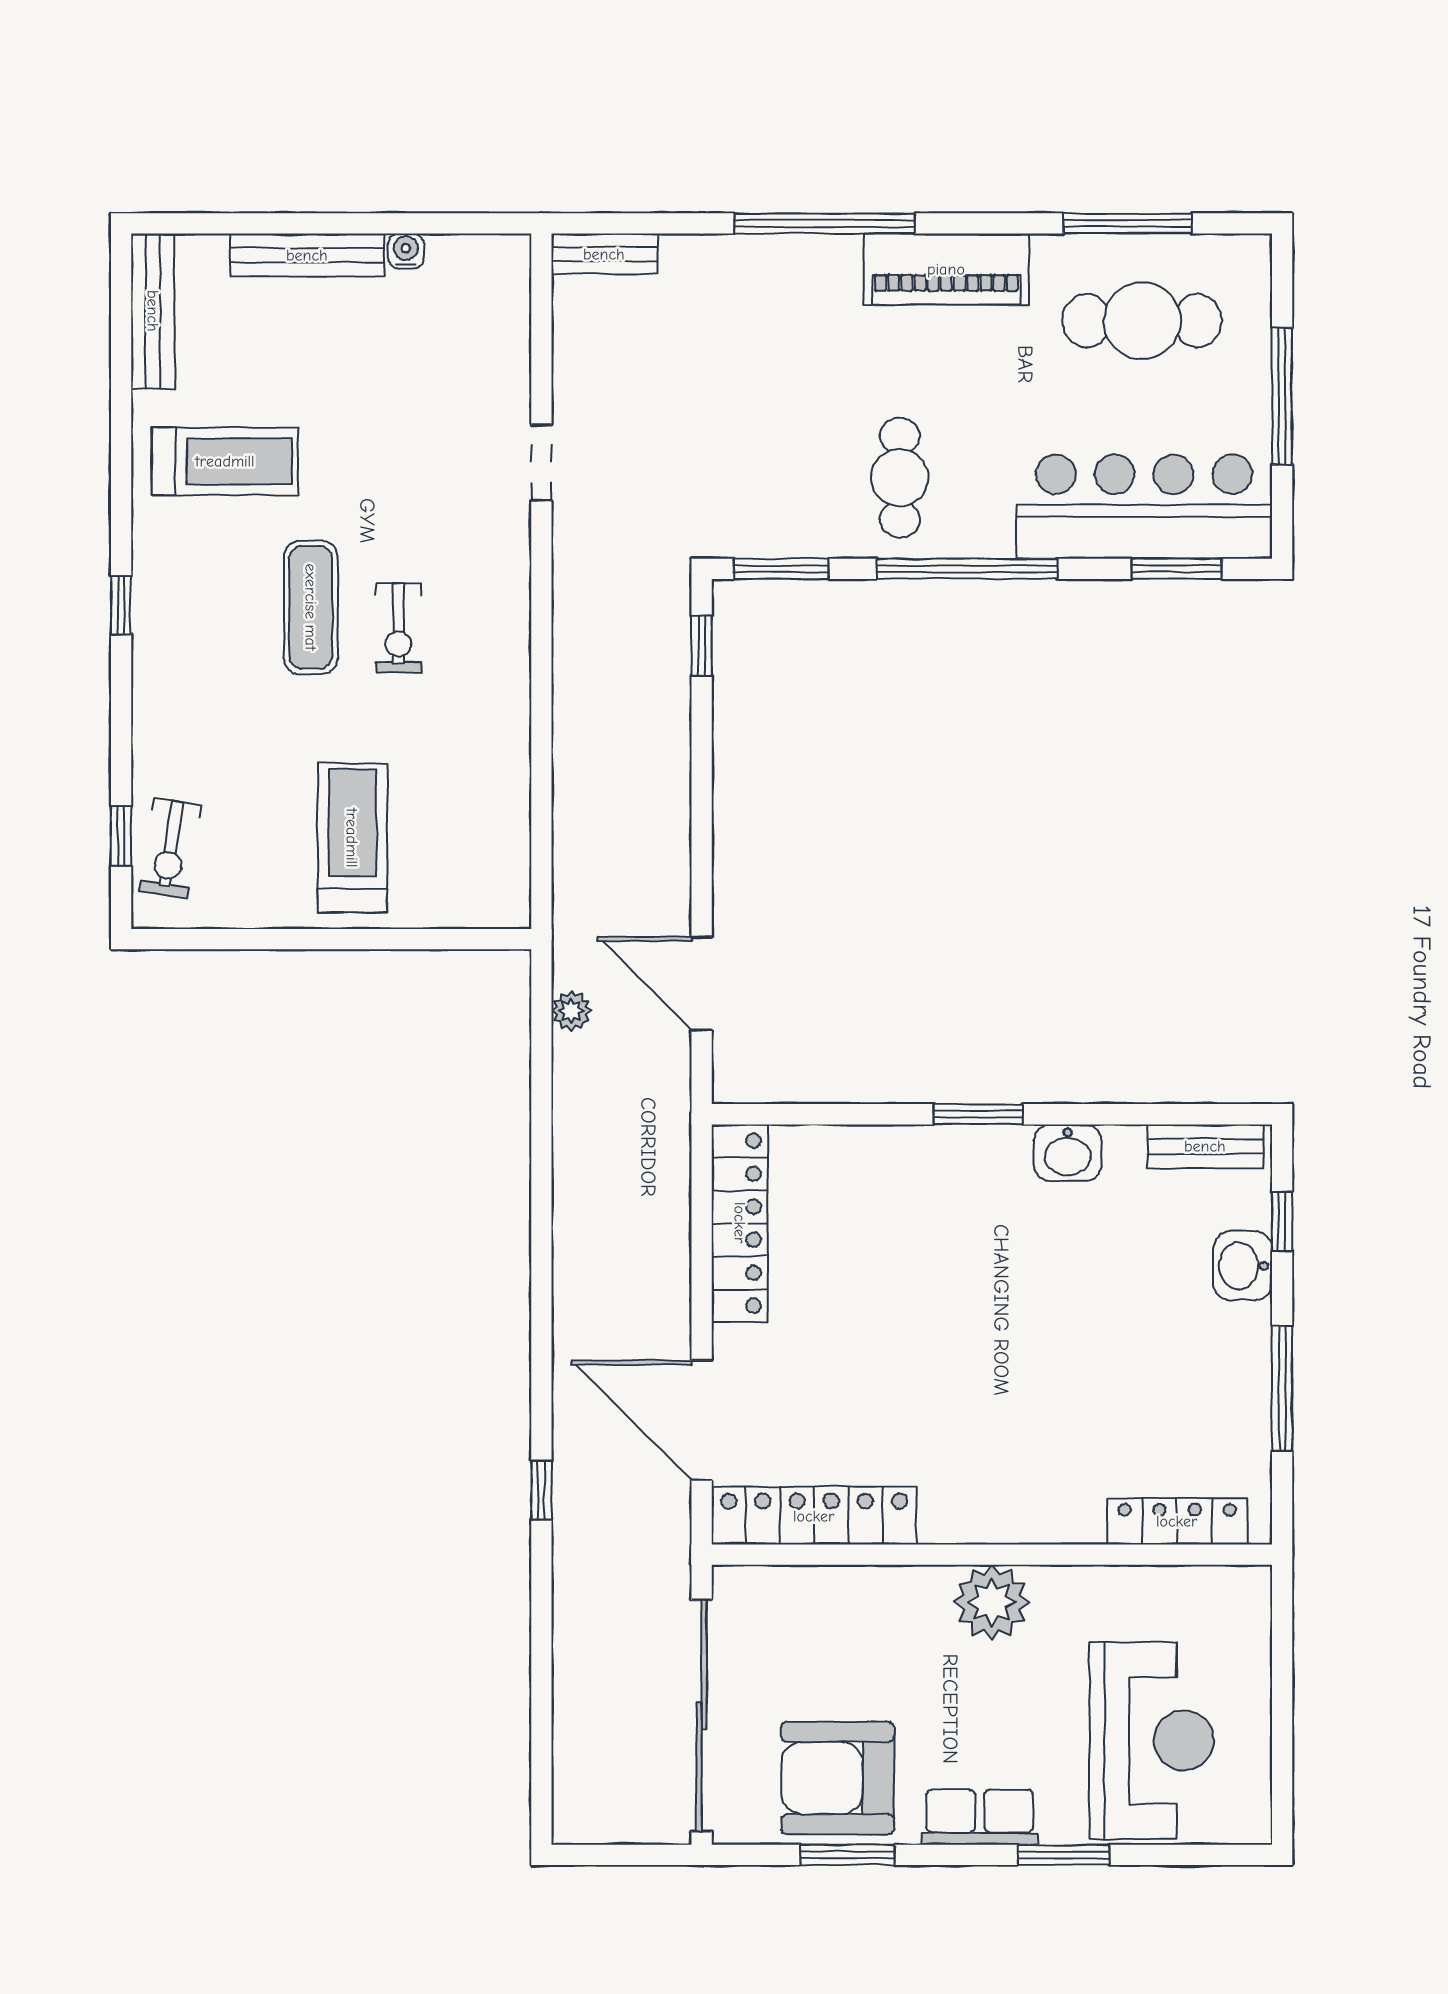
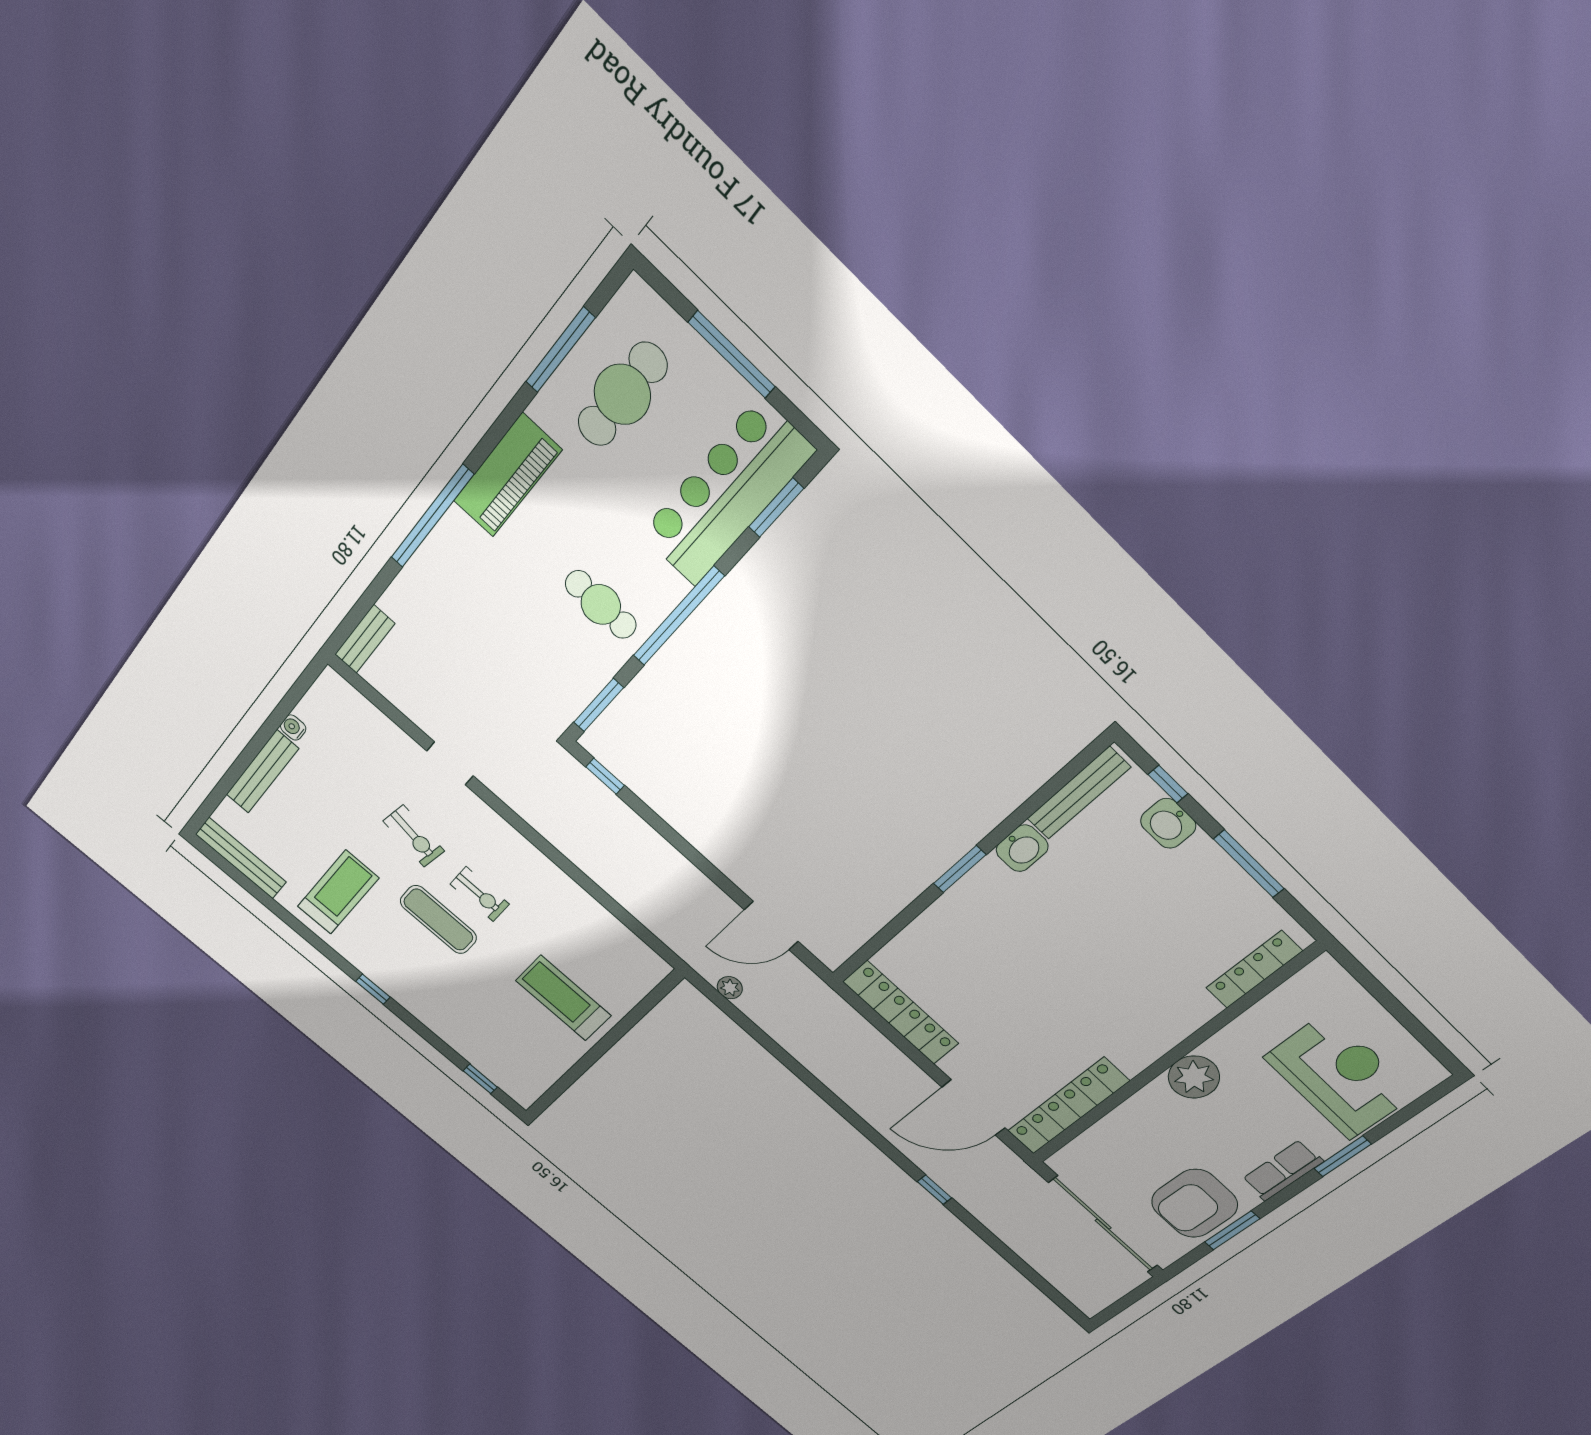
exercise bike: (171, 848) -> (414, 836), moved
bench: (1205, 1146) -> (1079, 793), width x1.36

